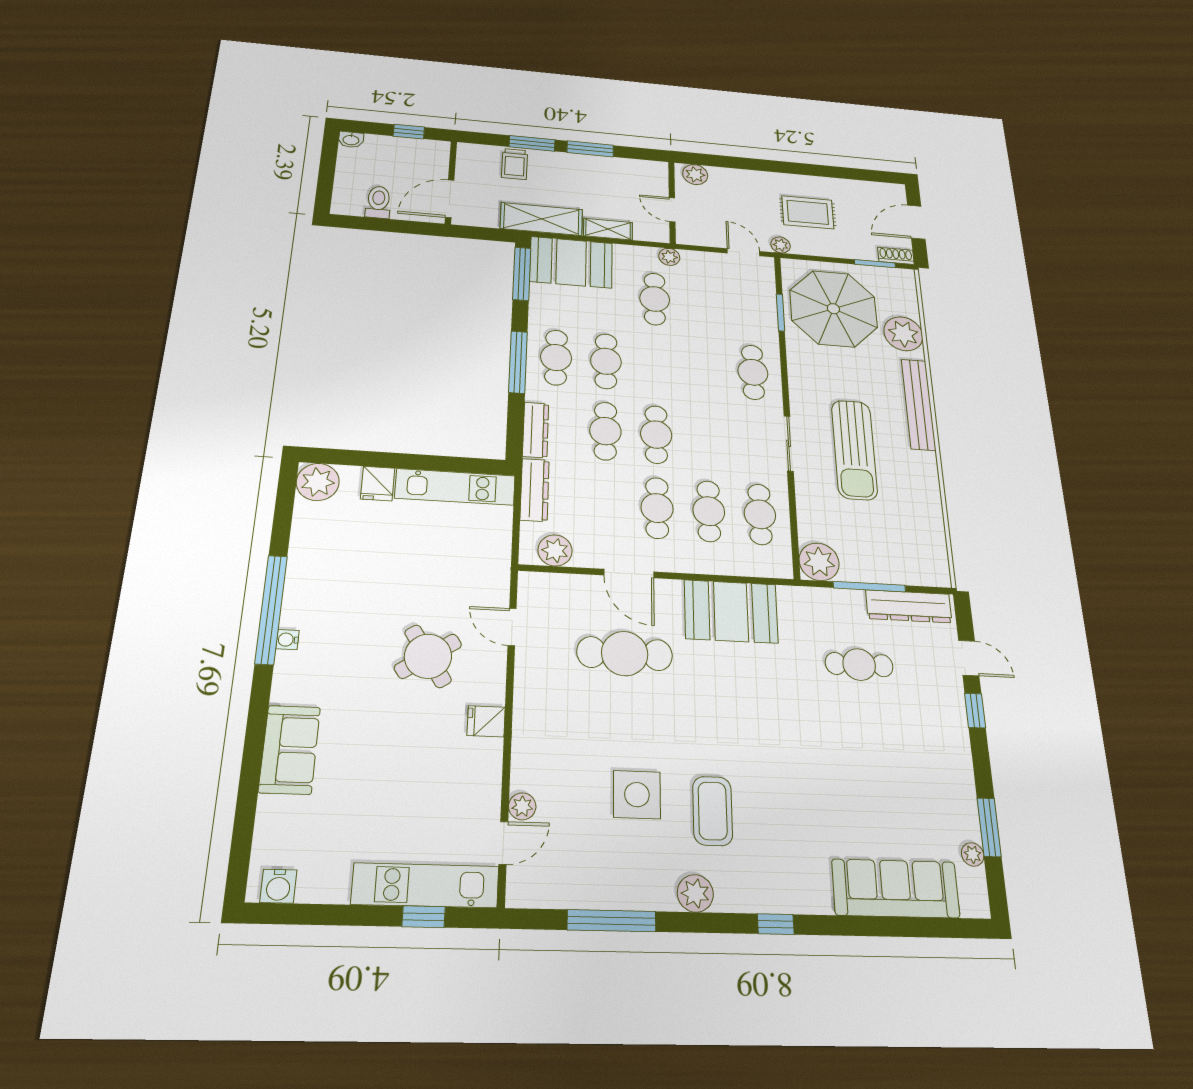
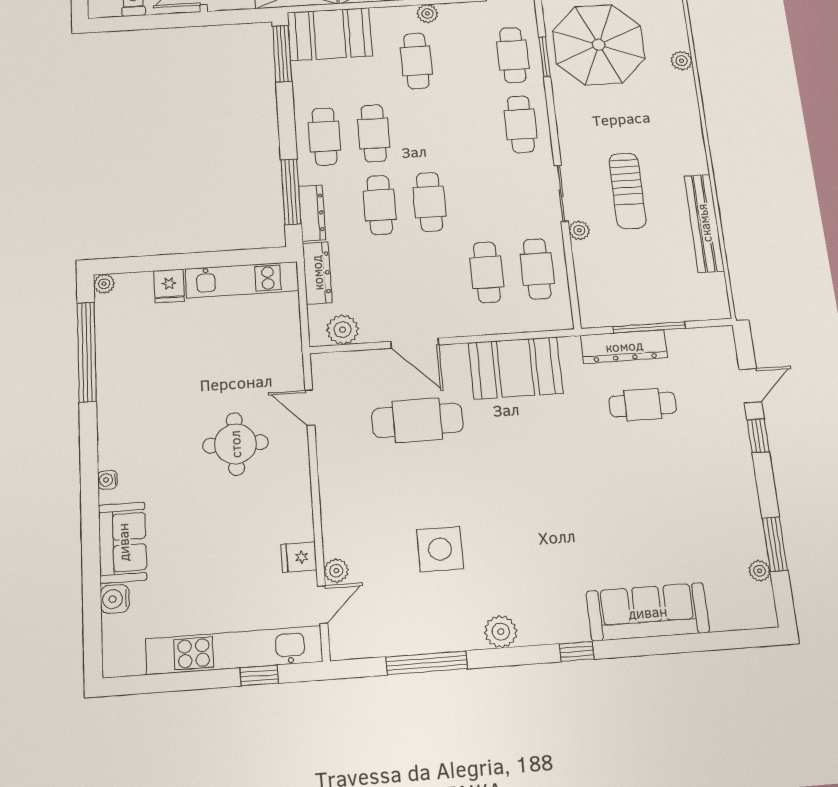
plant: (903, 334) -> (682, 61), width x0.53, depth x0.53
window: (518, 362) -> (291, 192), moved
bench: (918, 404) -> (704, 223), moved
sun lounger: (854, 450) -> (627, 191), width x0.73, depth x0.75
plant: (318, 482) -> (104, 284), width x0.53, depth x0.53
cafe table: (657, 508) -> (513, 55), moved
plant: (819, 562) -> (579, 230), moved, width x0.53, depth x0.53
dresser: (909, 606) -> (624, 346), moved
window: (271, 609) -> (87, 352), moved
water cooler: (287, 640) -> (107, 480), moved
round table: (428, 656) -> (235, 444), turned 33
door: (969, 658) -> (750, 386), hinge flipped
fridge: (486, 721) -> (299, 557), moved
coffee table: (713, 811) -> (511, 556), removed
kitchen unit: (425, 885) -> (234, 650), width x1.36
water cooler: (278, 886) -> (115, 599), moved, turned 90
sofa: (896, 888) -> (648, 612), moved

